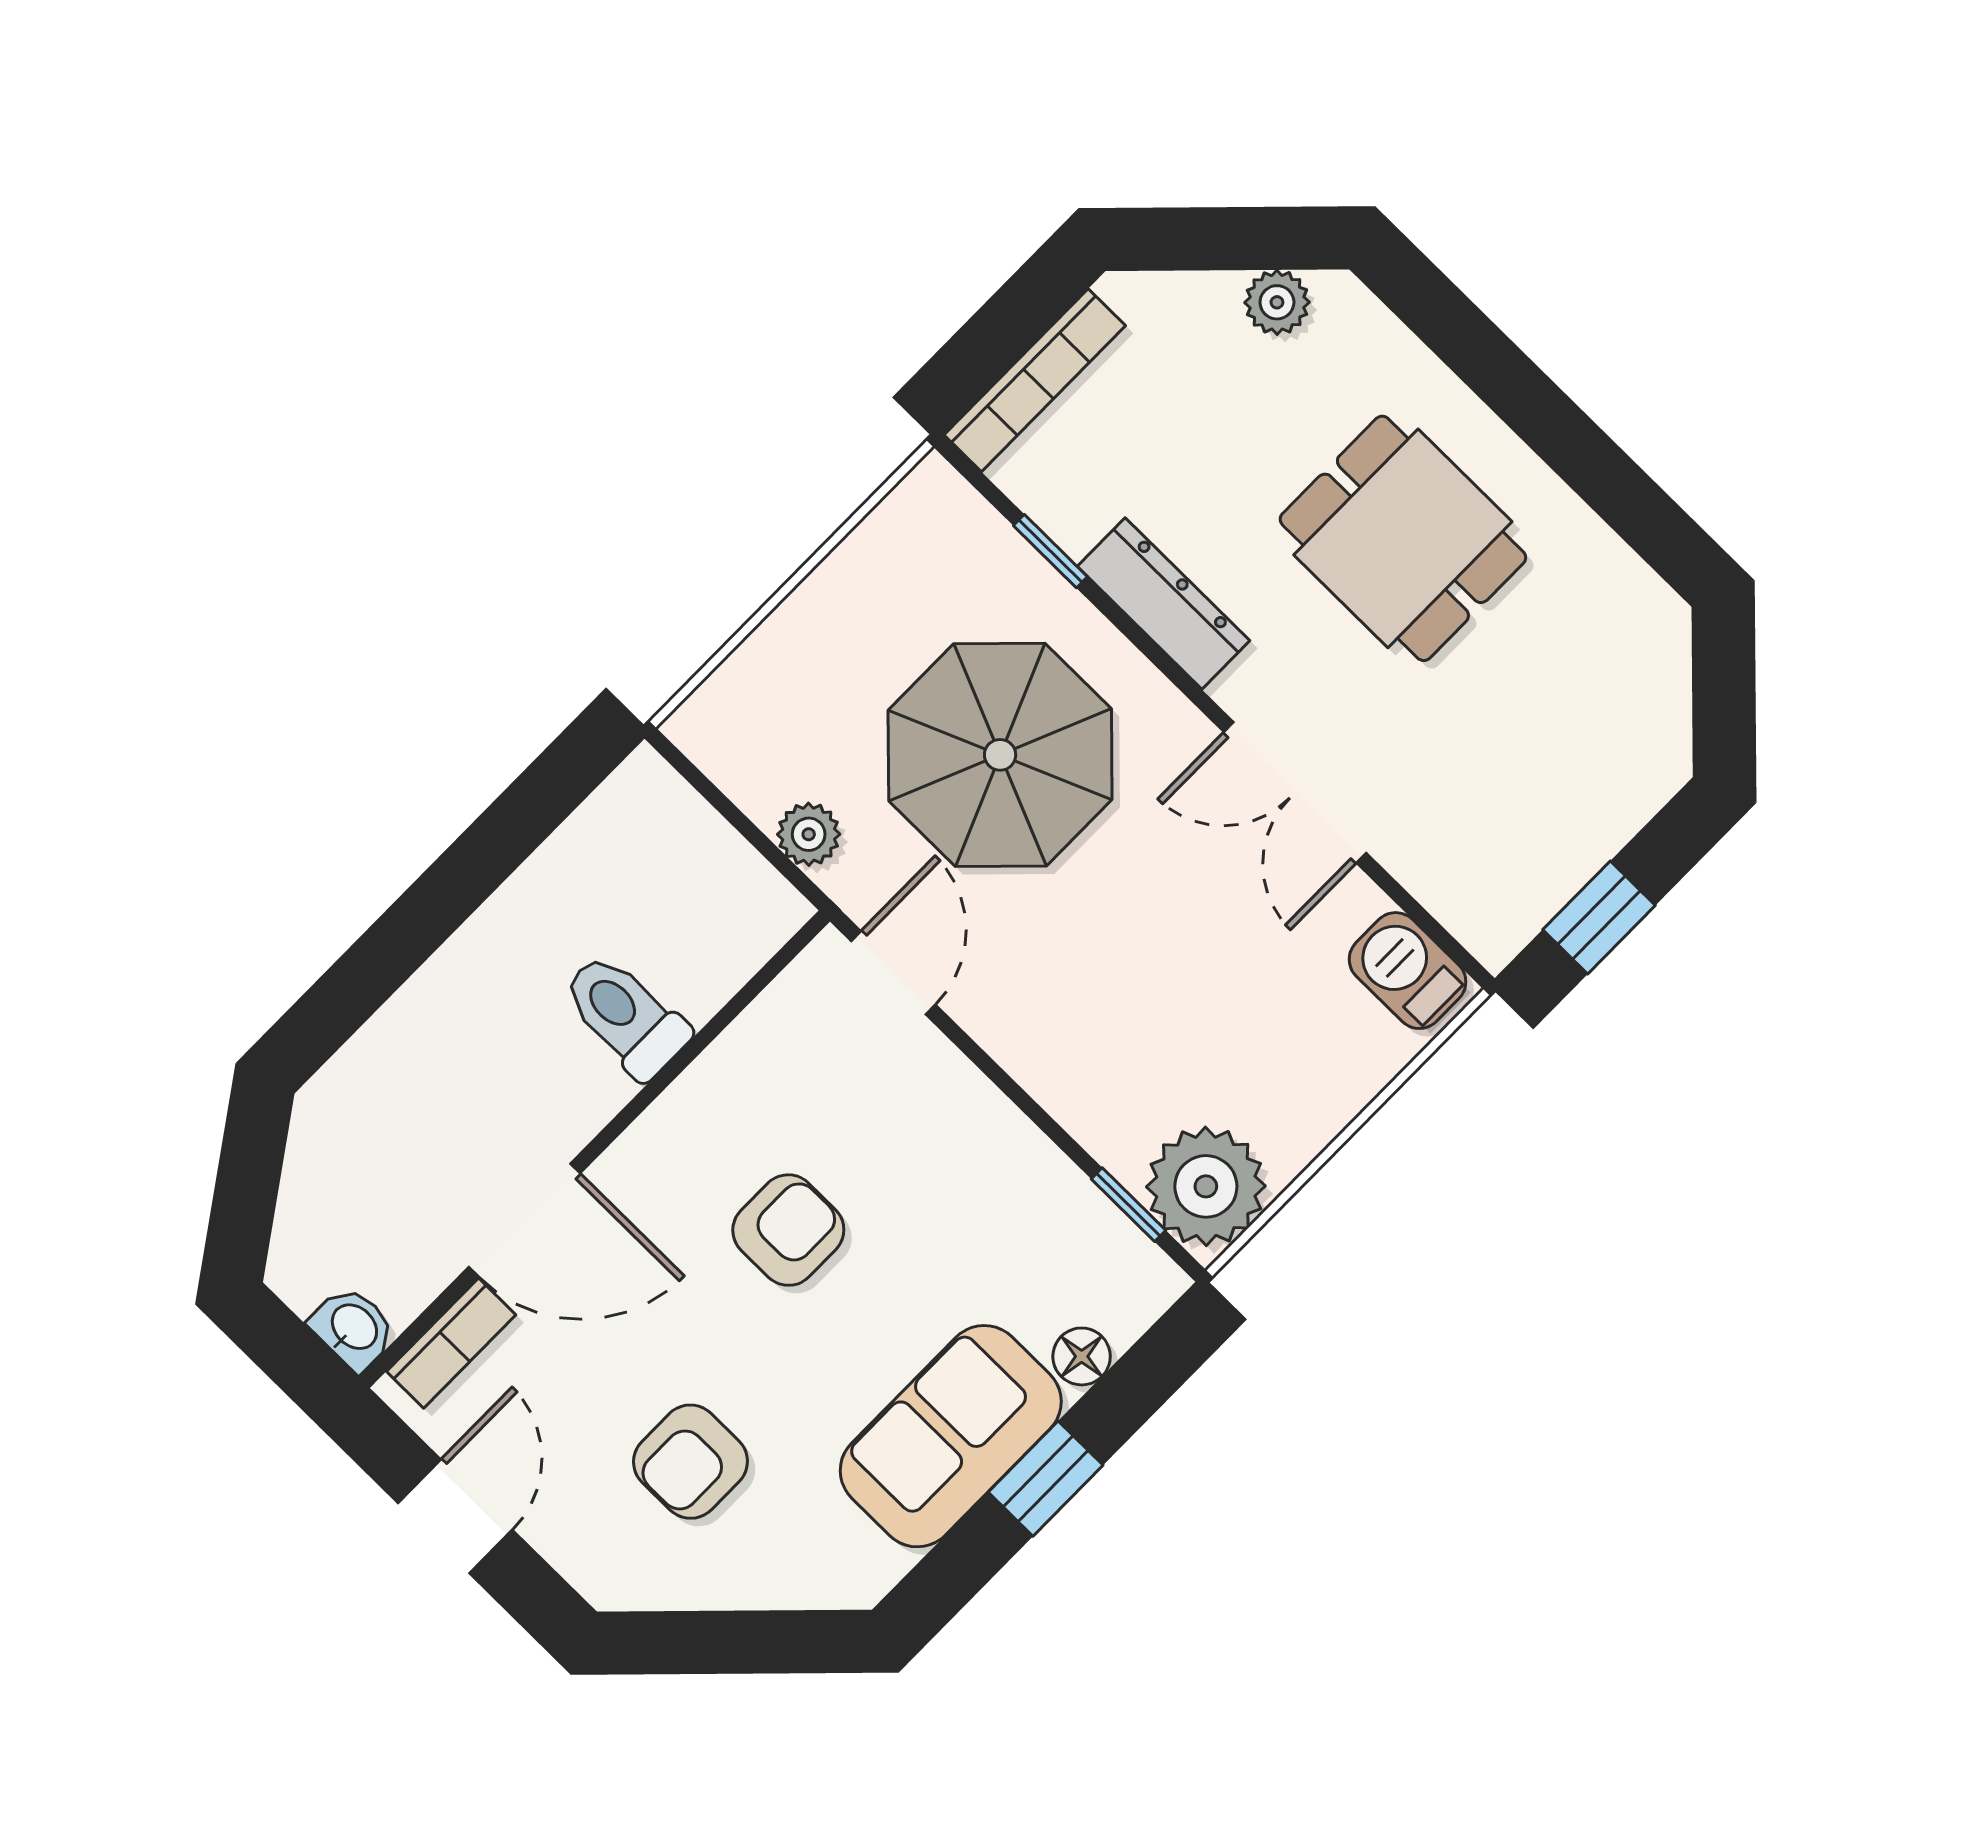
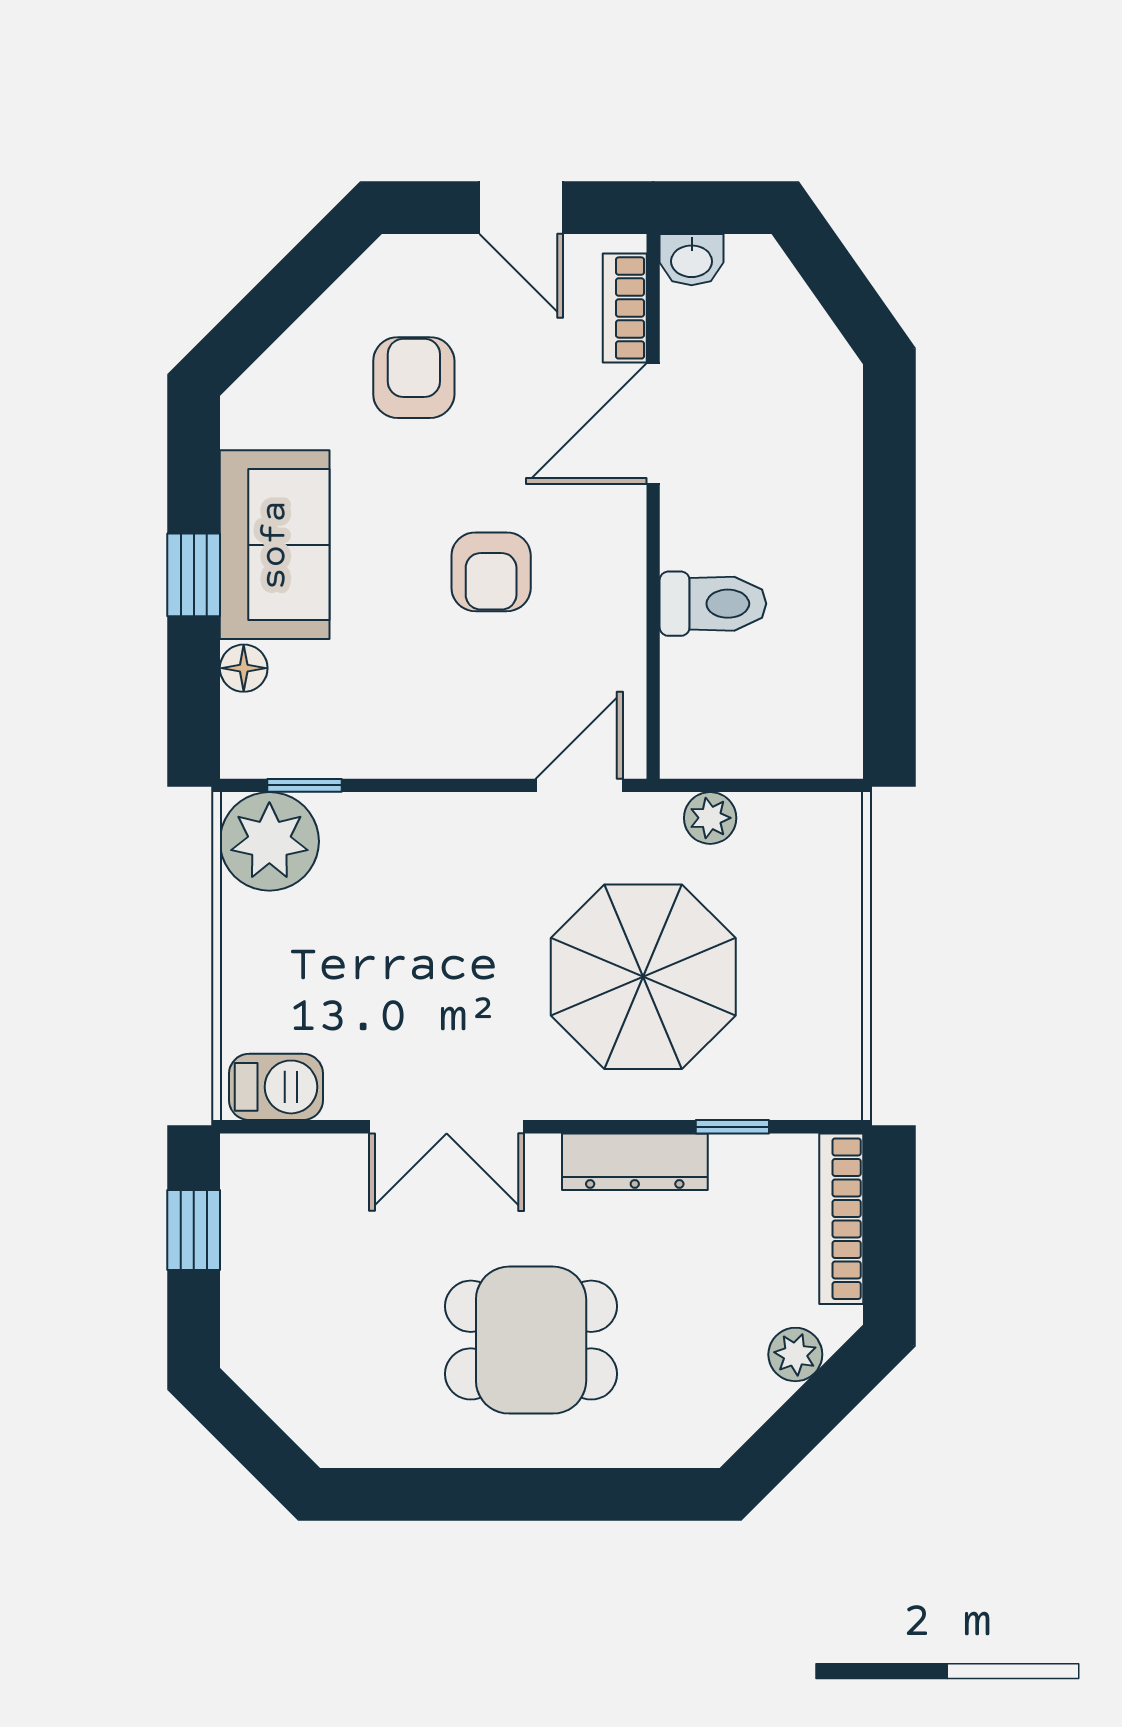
plant: (1277, 302) -> (795, 1354), moved
double door: (1295, 792) -> (447, 1127), swing flipped
door: (893, 973) -> (579, 785), swing flipped

